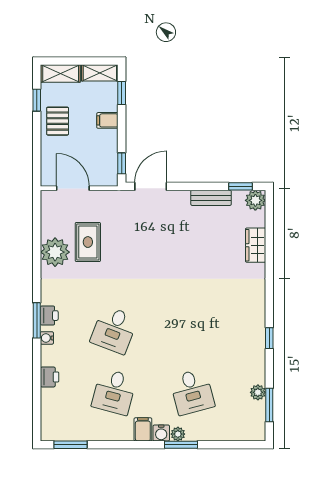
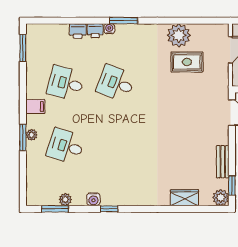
printer: (49, 316) -> (95, 31), moved
desk: (192, 392) -> (66, 146), turned 33
water cooler: (161, 433) -> (93, 199), moved, turned -90

